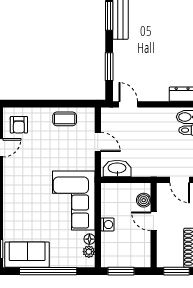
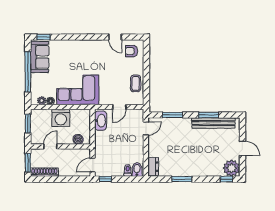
door: (154, 221) -> (50, 147), moved
washing machine: (107, 225) -> (61, 118), width x1.89, depth x1.89

